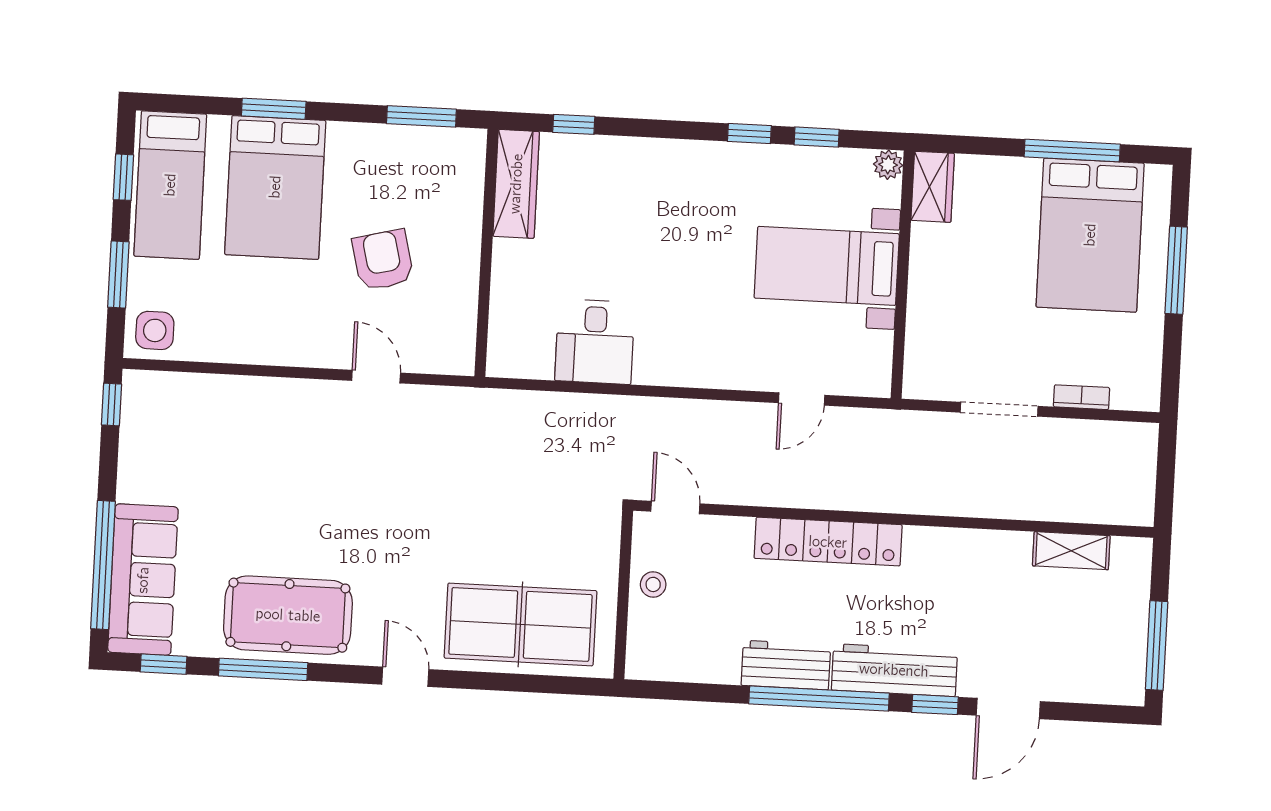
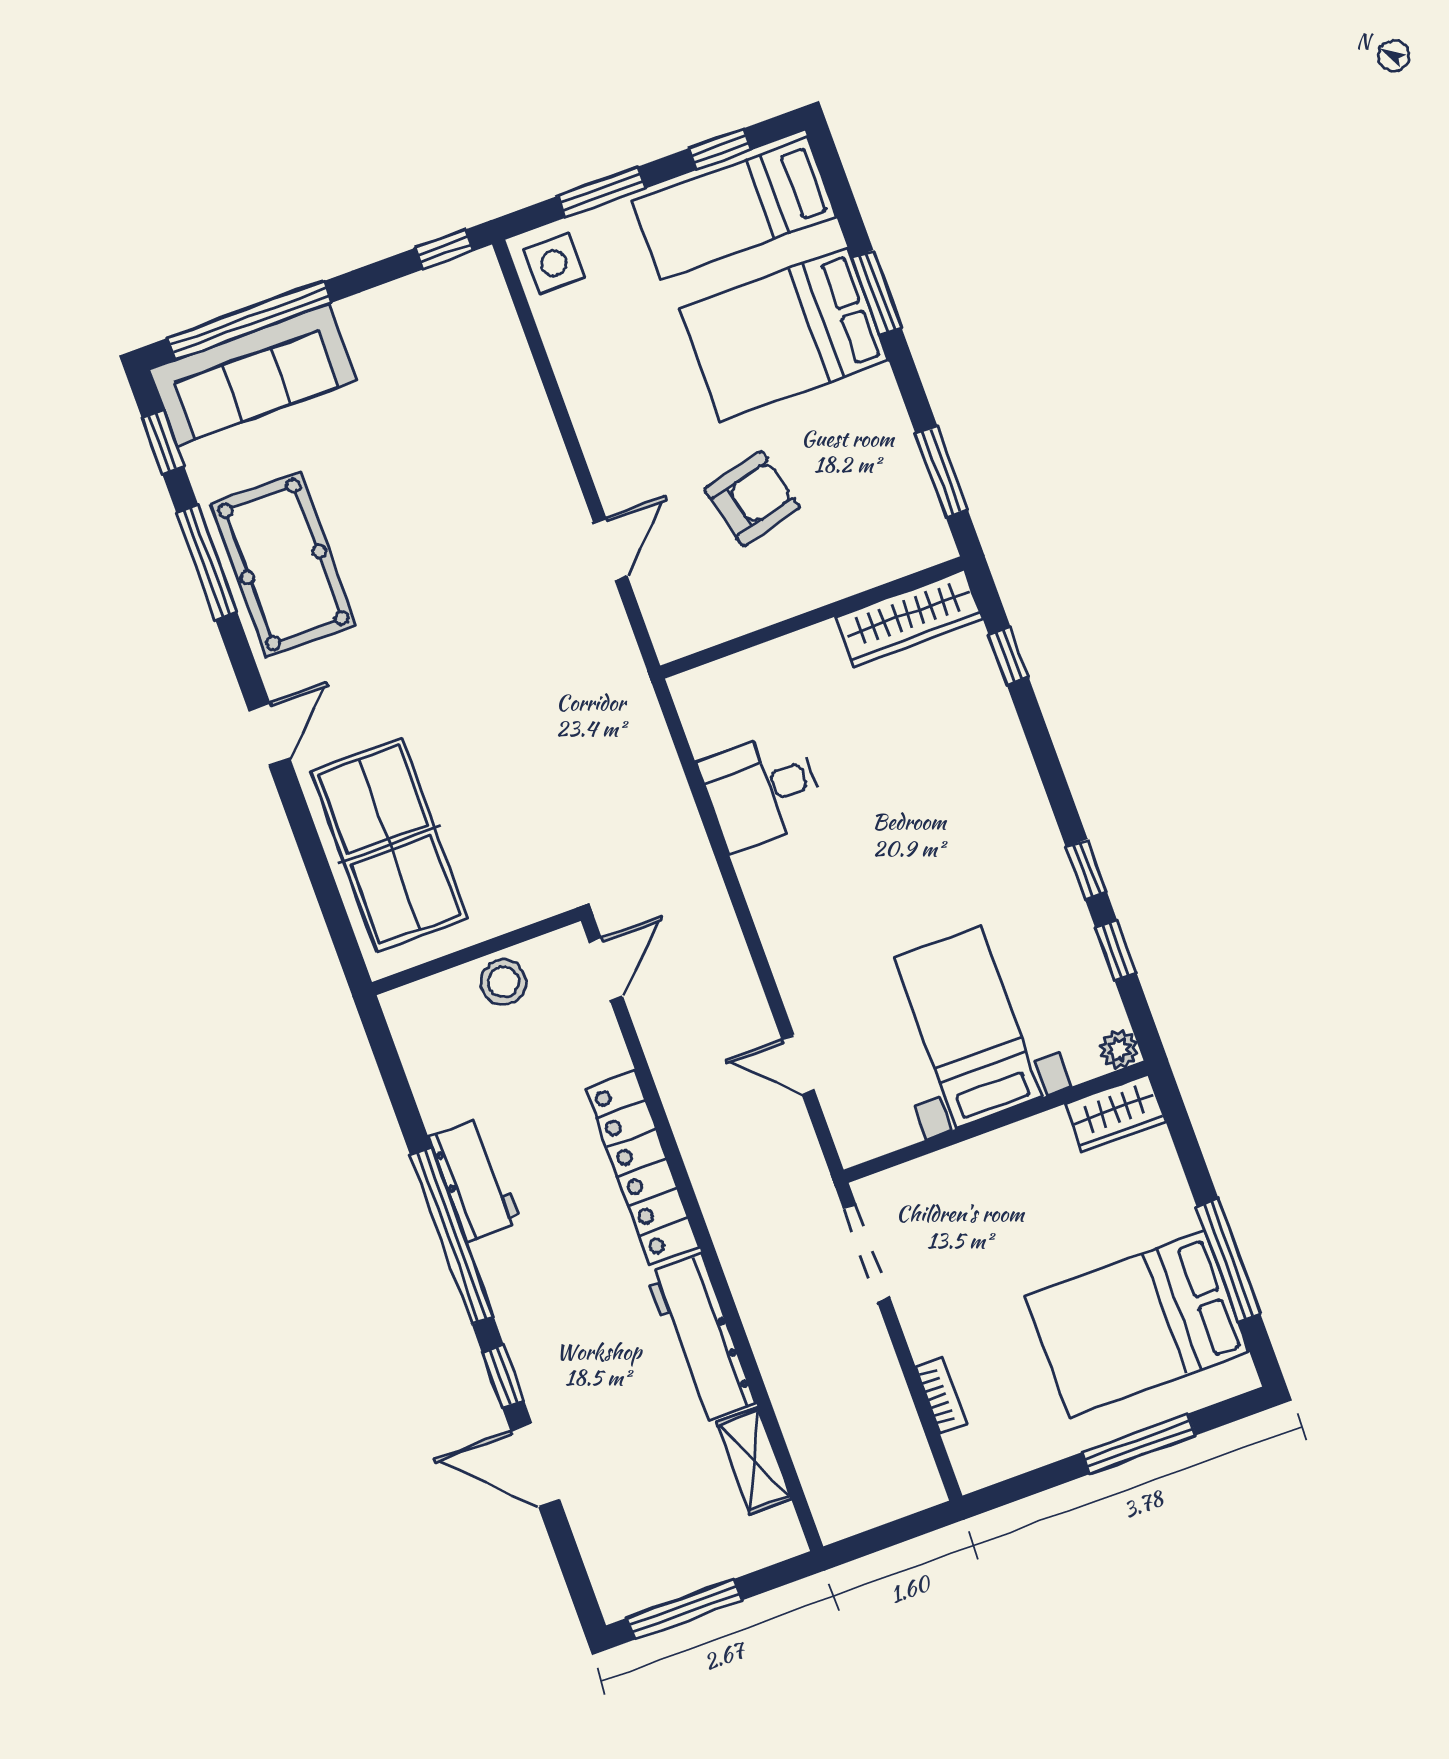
doorway: (999, 409) -> (867, 1253), moved
stool: (653, 584) -> (503, 982), width x1.37, depth x1.37
workbench: (894, 670) -> (701, 1339), moved, turned 180

